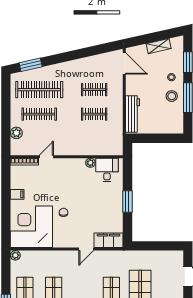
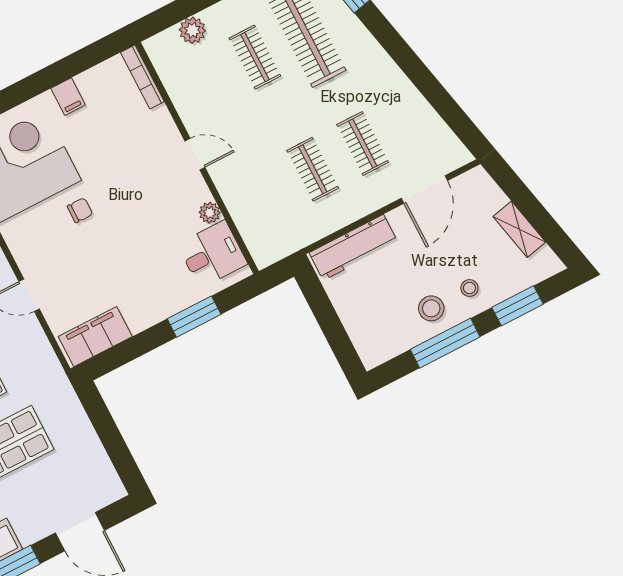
door: (124, 63) -> (424, 189), moved
clothes rail: (39, 114) -> (255, 57), width x0.73
door: (46, 157) -> (195, 154), moved
window: (127, 202) -> (194, 317), moved
filing cabinet: (109, 240) -> (95, 337), moved, turned -90

